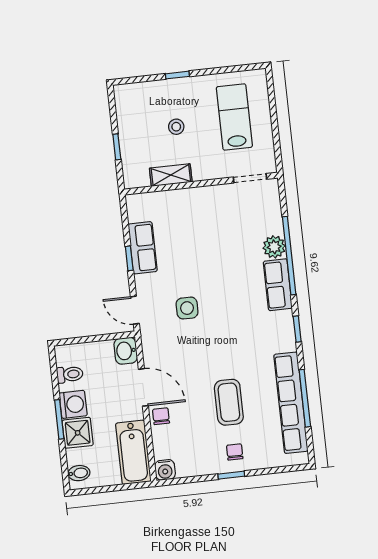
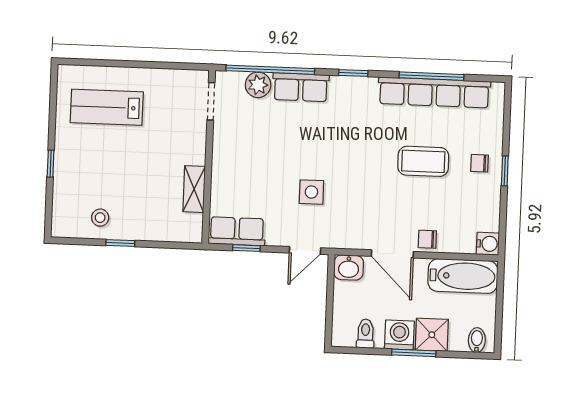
stool: (176, 127) -> (100, 218), moved
shelving: (171, 175) -> (194, 189), moved
doorway: (250, 178) -> (211, 101), moved
wall: (201, 184) -> (209, 157), moved
door: (143, 387) -> (392, 254), swing flipped

